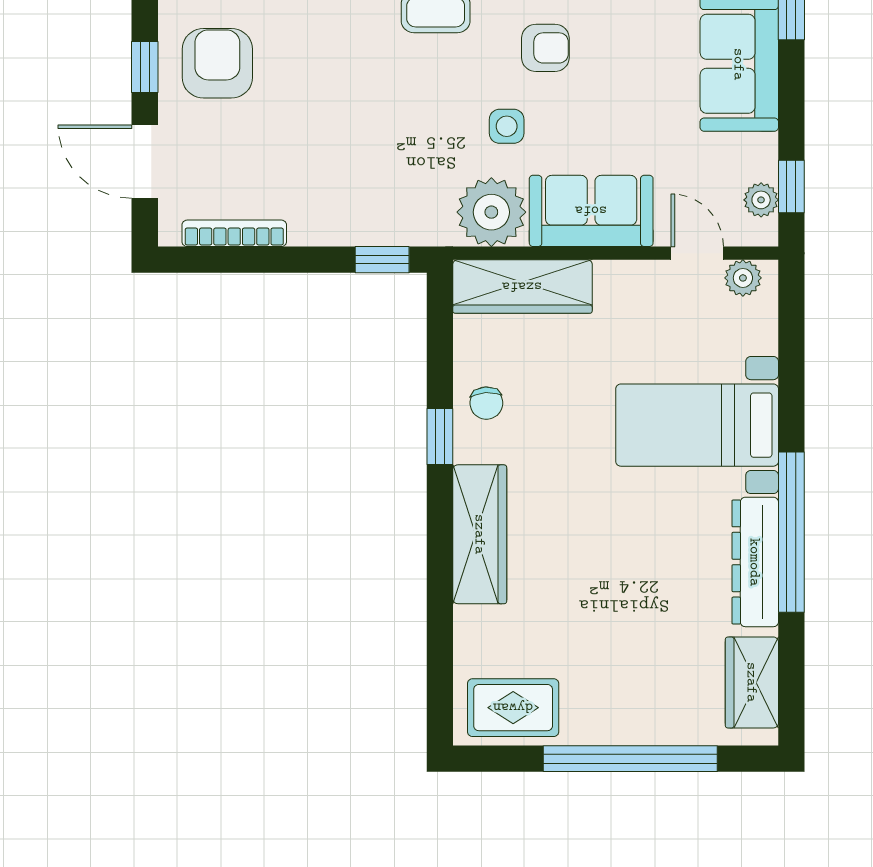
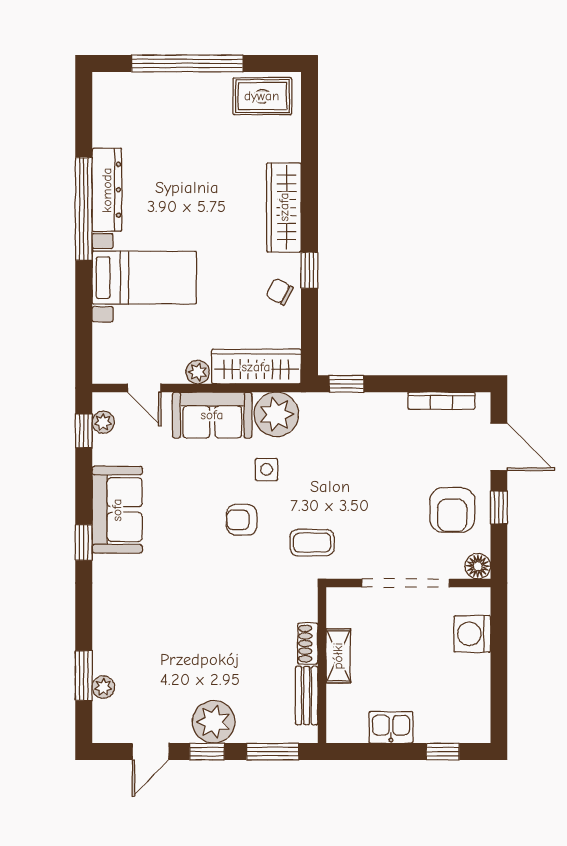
plant: (743, 278) -> (198, 372), moved
chair: (486, 403) -> (280, 292), turned -58
wardrobe: (752, 682) -> (109, 112), removed

